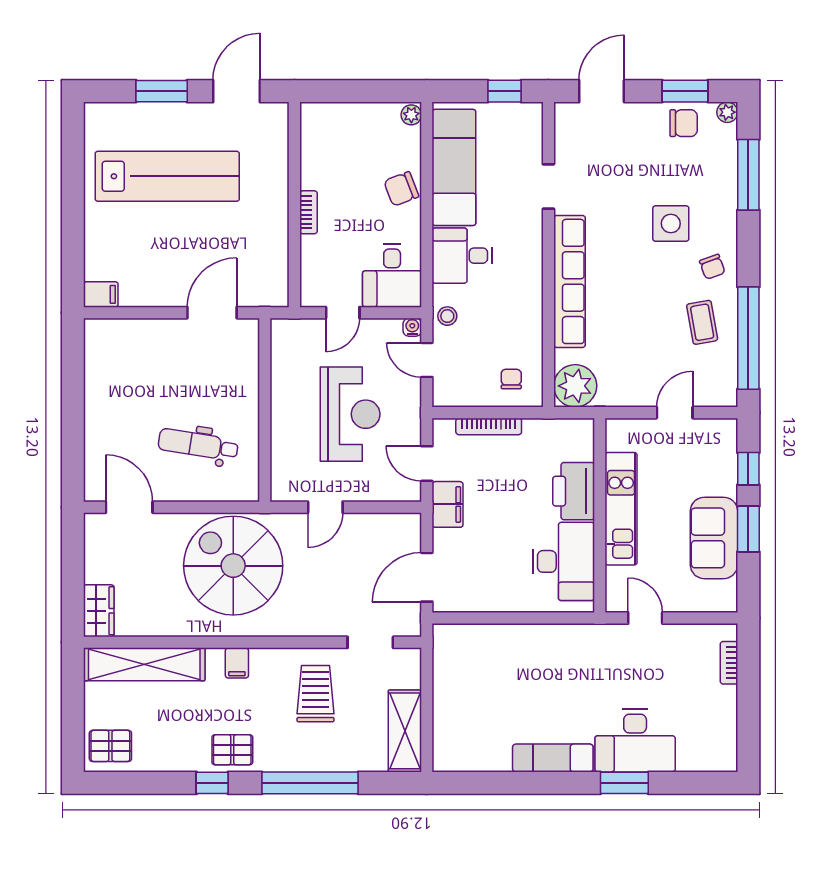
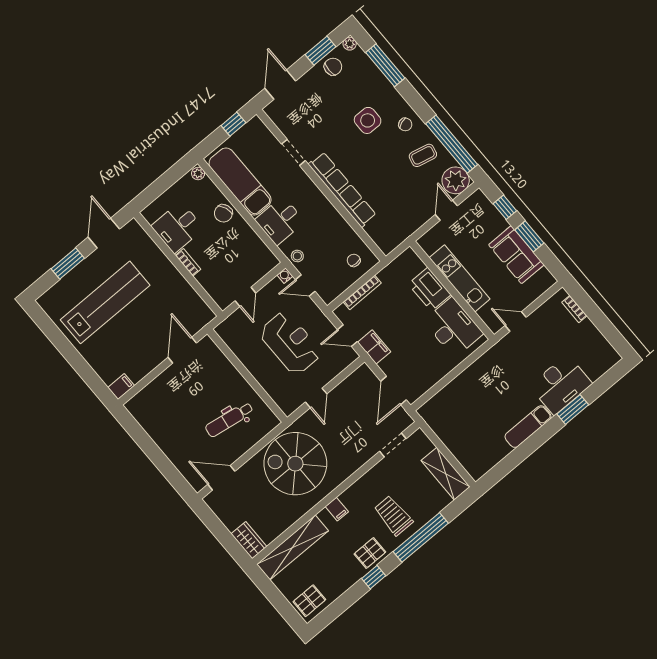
desk: (392, 276) -> (177, 227), moved, turned 90
coffee table: (702, 322) -> (423, 155), turned -67
plant: (575, 386) -> (456, 180), moved
trolley: (315, 694) -> (393, 516), moved

